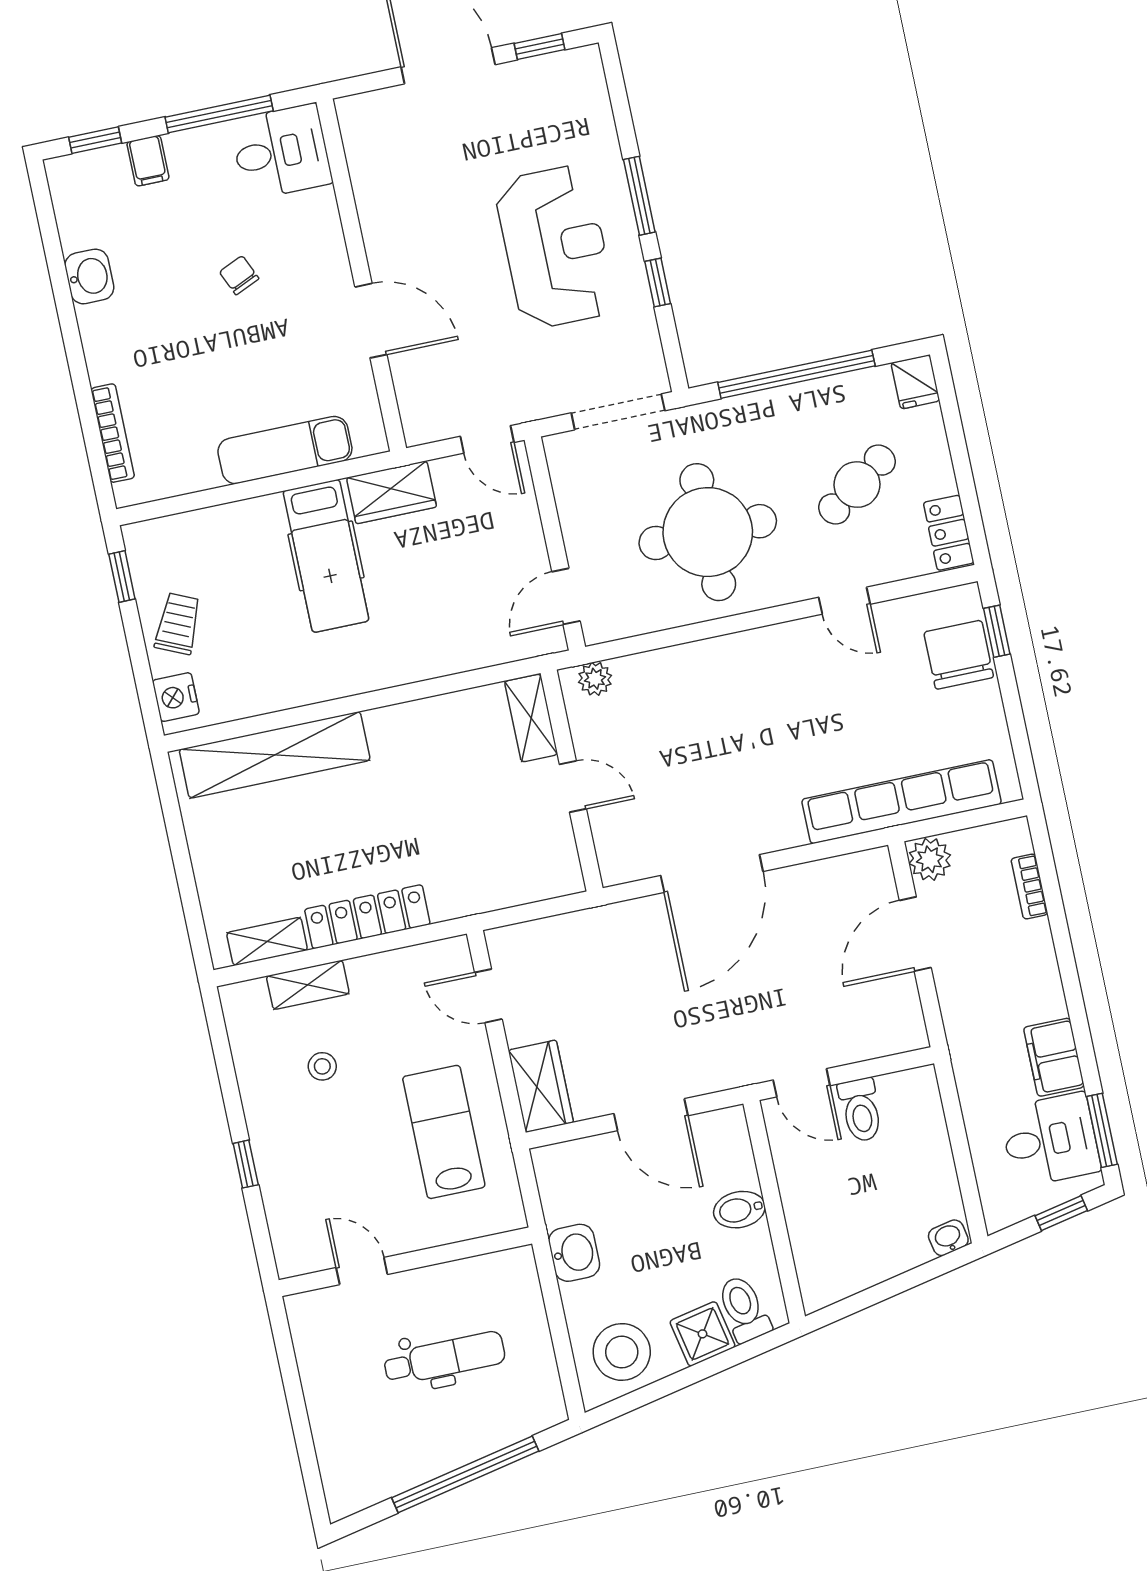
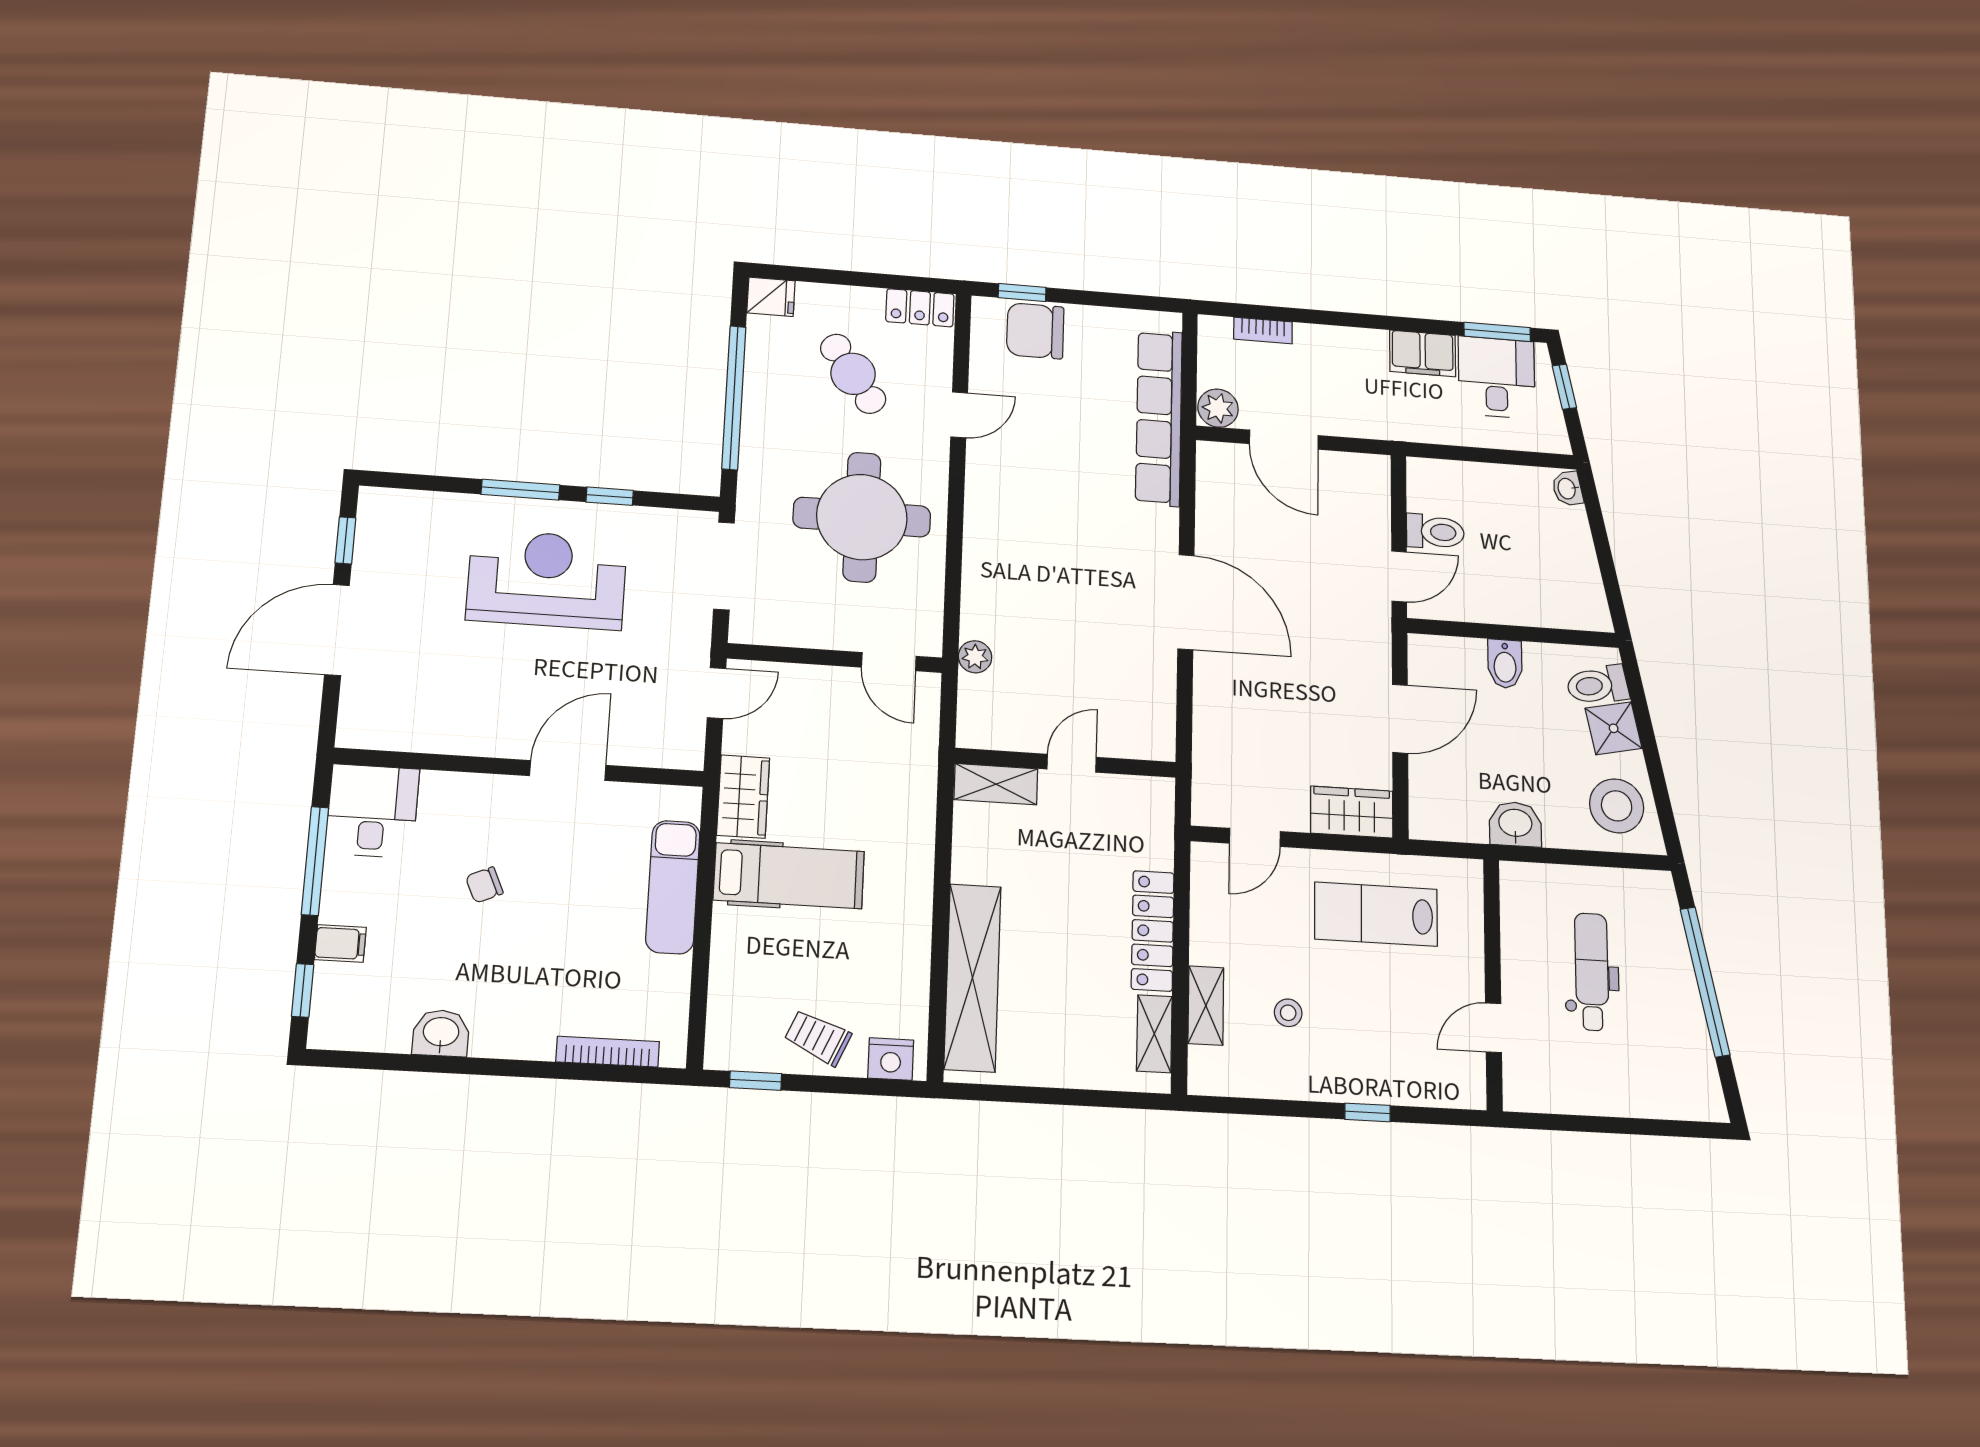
shelving: (531, 718) -> (996, 784), moved
wall: (572, 781) -> (1066, 763), moved
door: (573, 787) -> (1072, 763), moved

